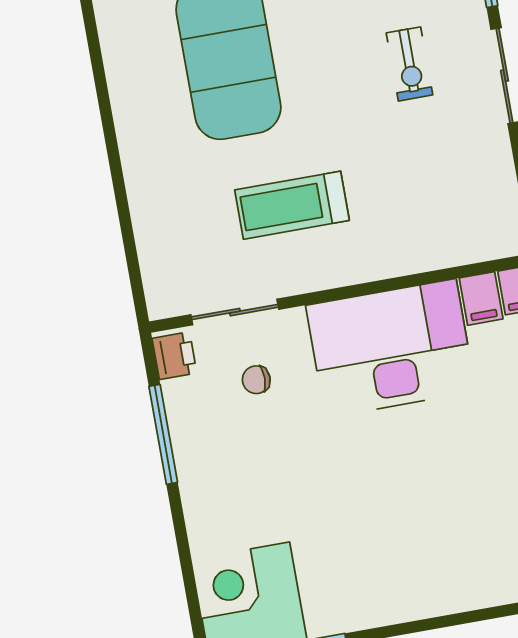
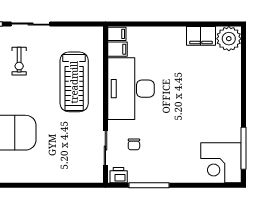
exercise bike: (409, 64) -> (19, 61), turned 90
treadmill: (292, 205) -> (74, 82), moved, width x1.37, depth x1.38

